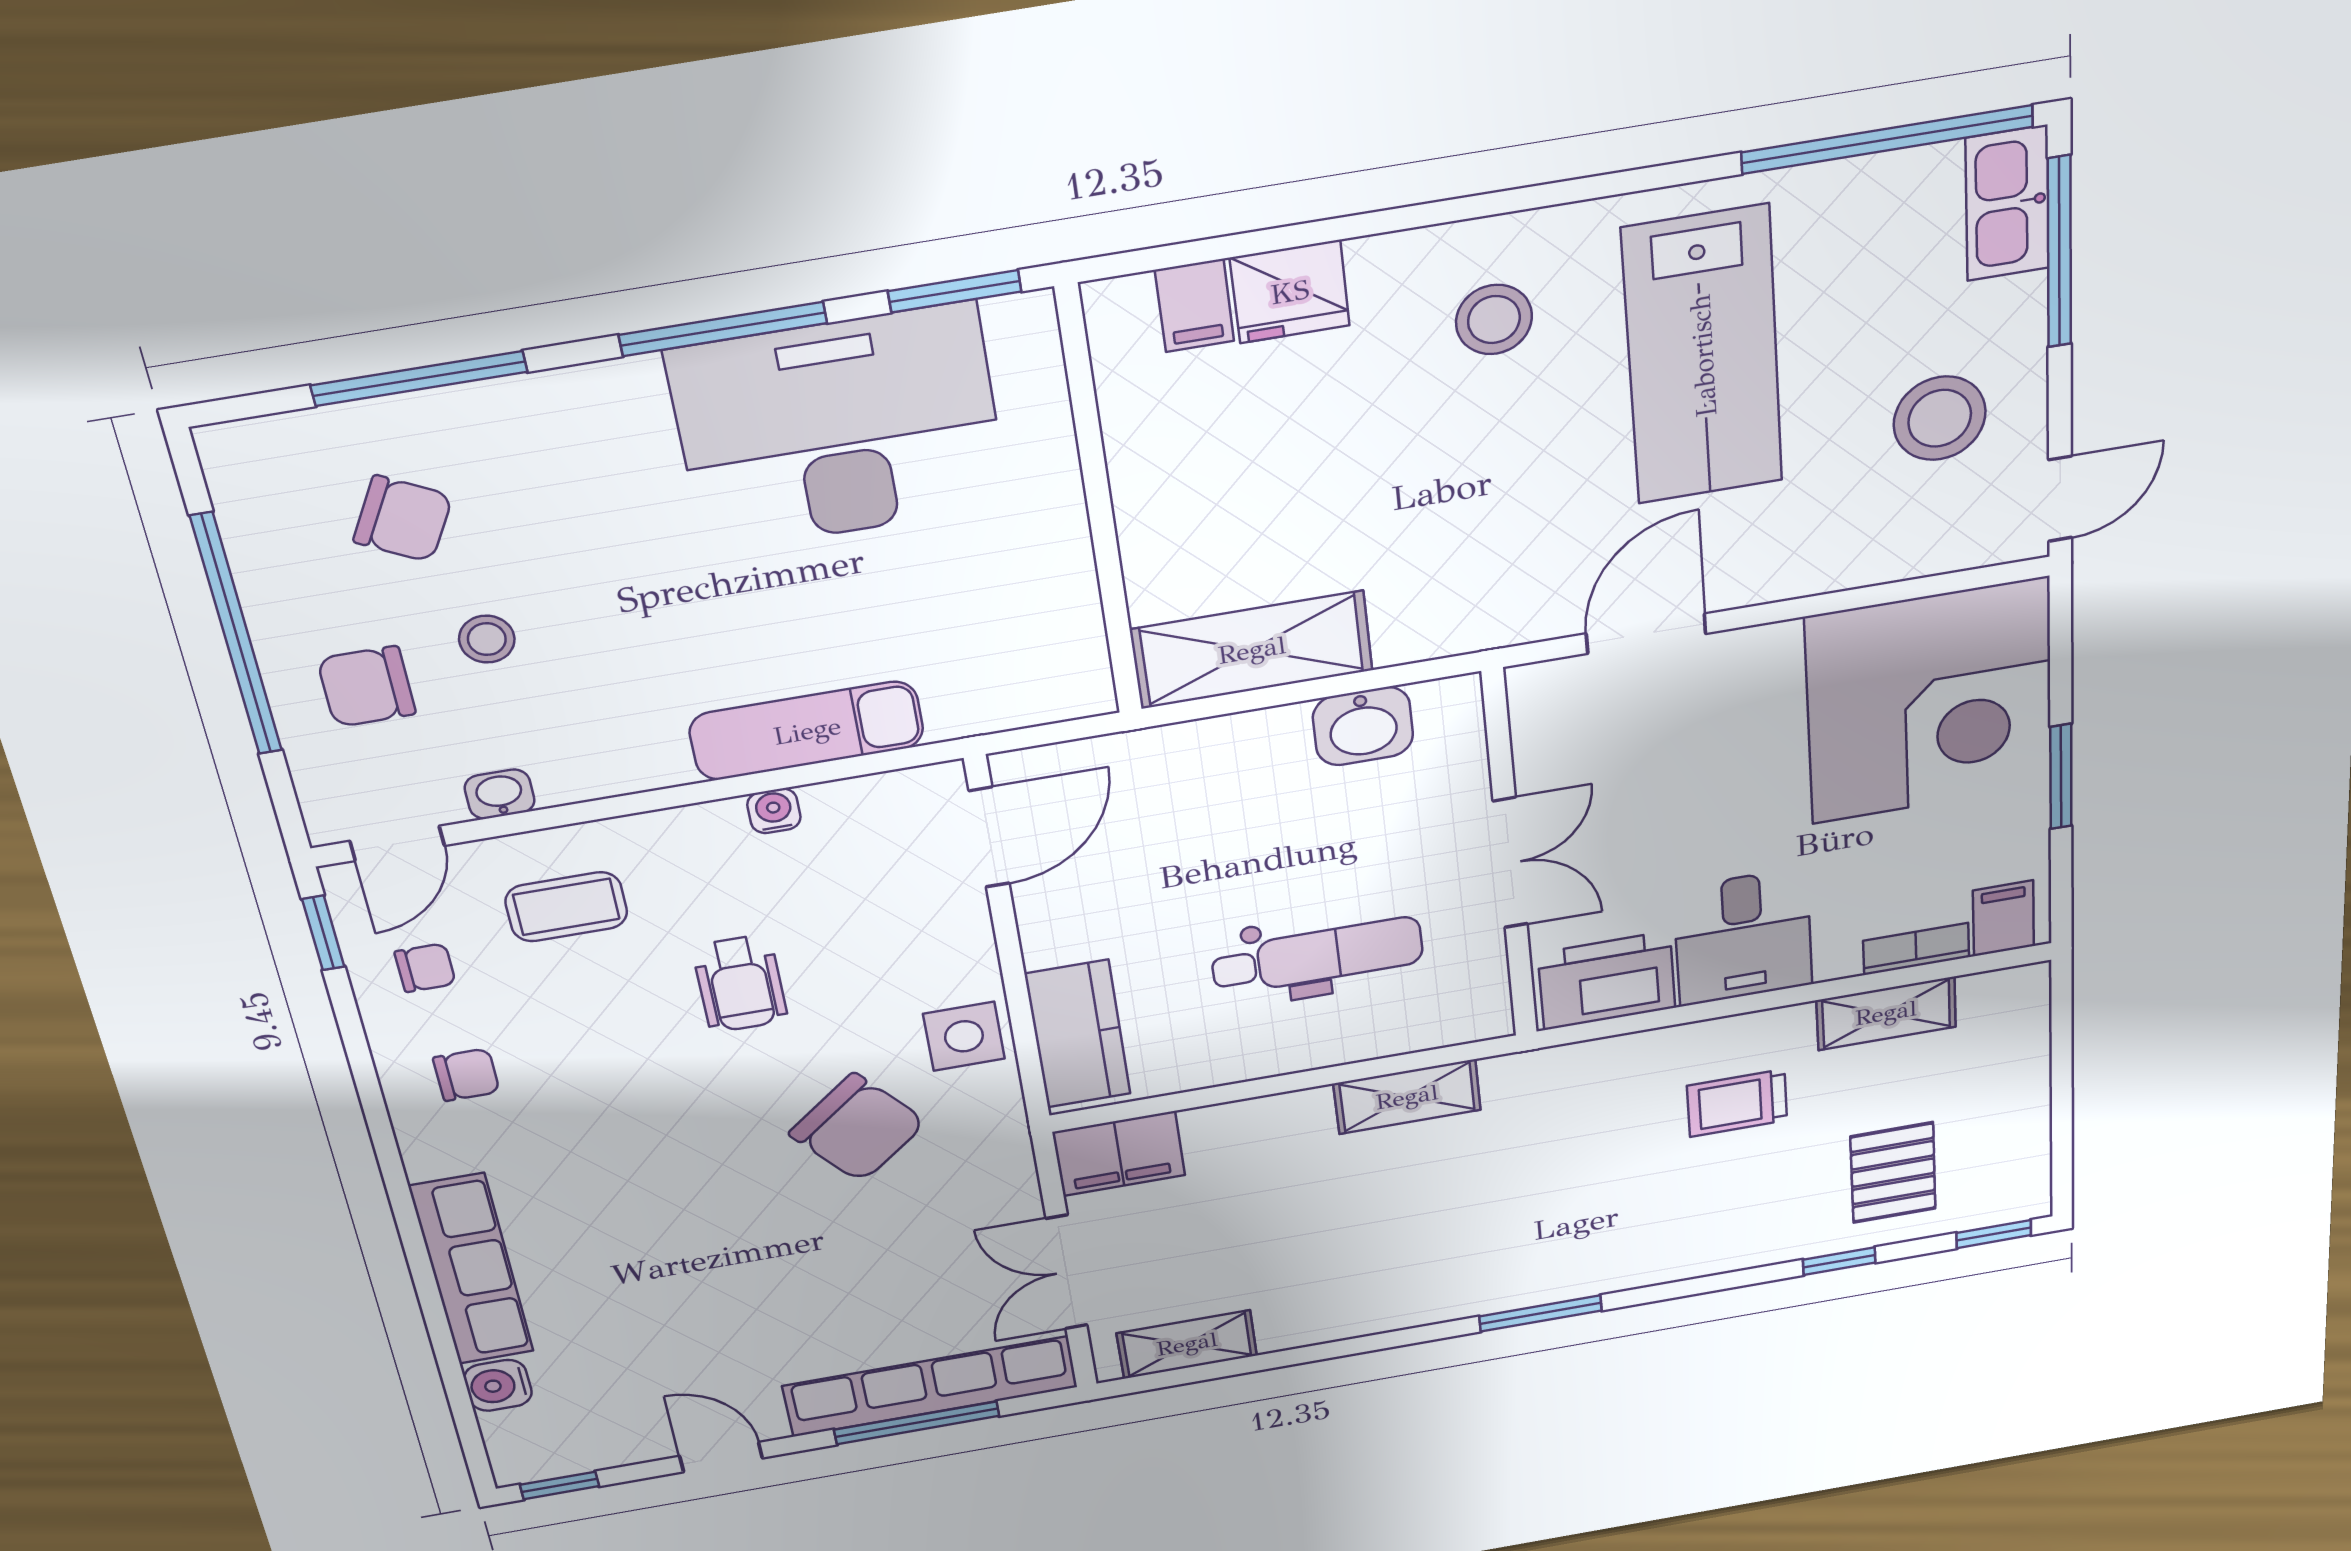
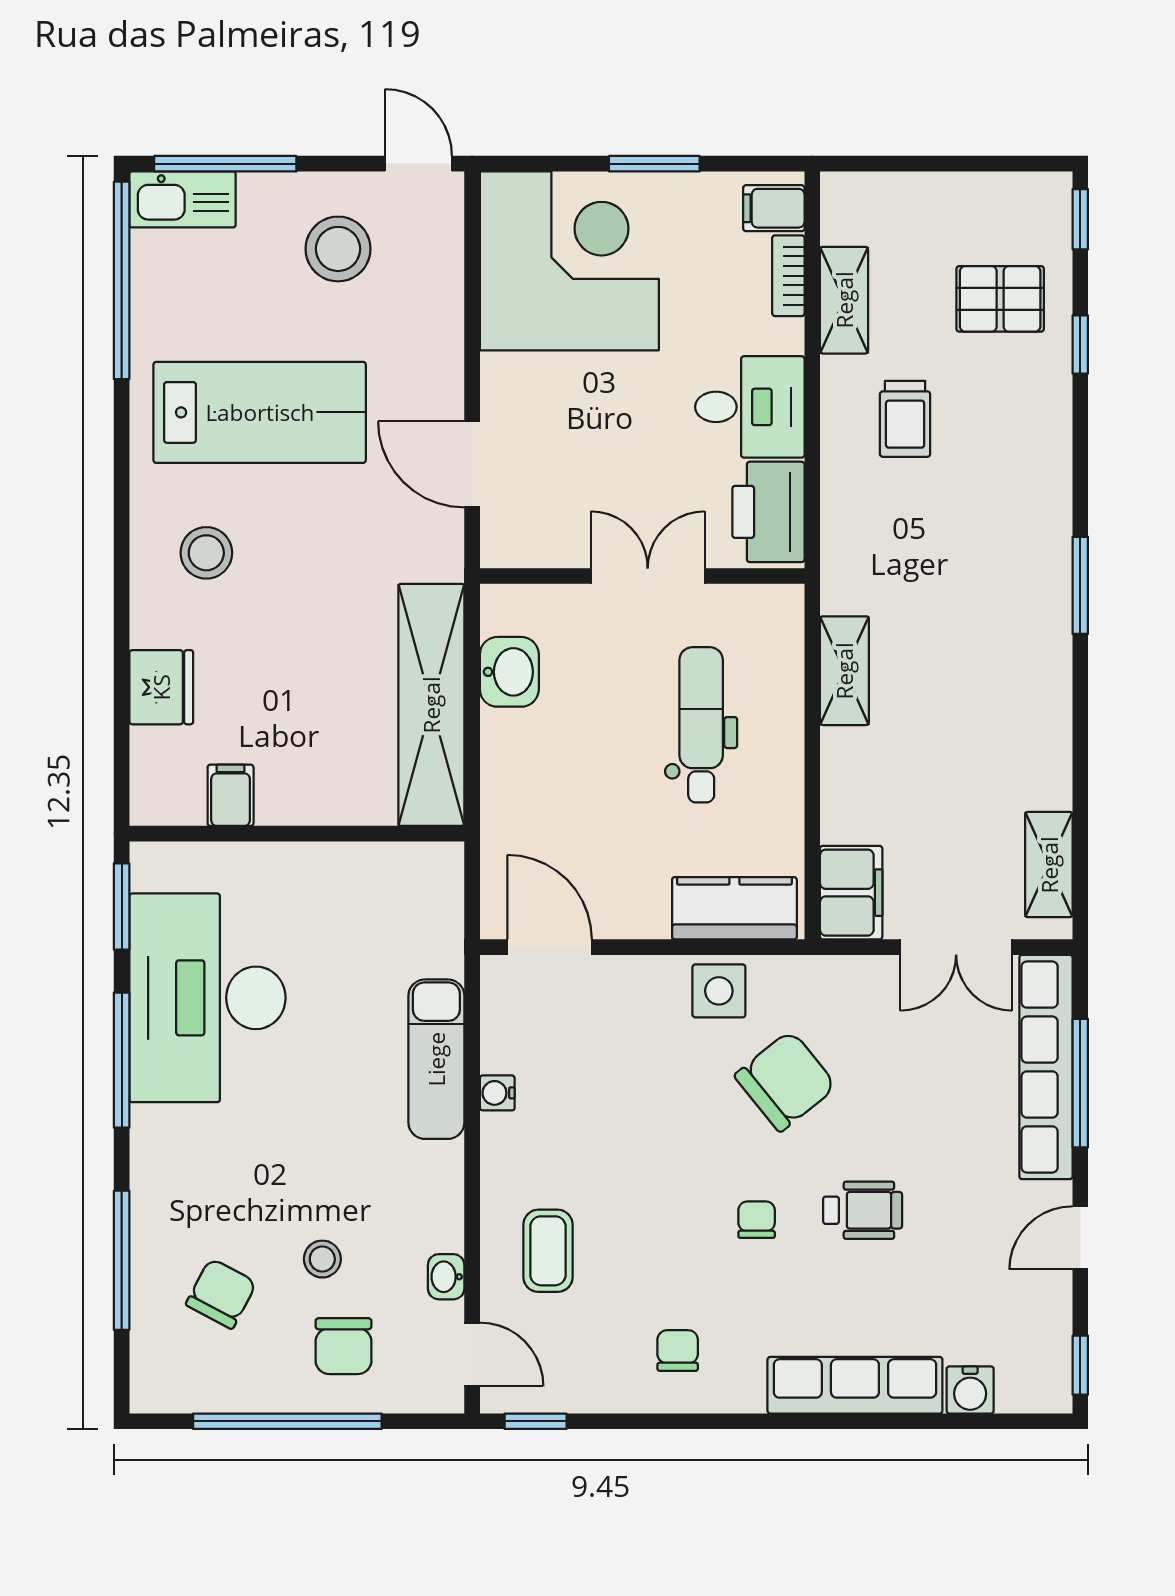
filing cabinet: (1194, 306) -> (231, 795), moved, turned -90
shelving: (1252, 650) -> (431, 705), width x1.47
chair: (425, 968) -> (757, 1220), moved
wheelchair: (740, 984) -> (863, 1210), moved

